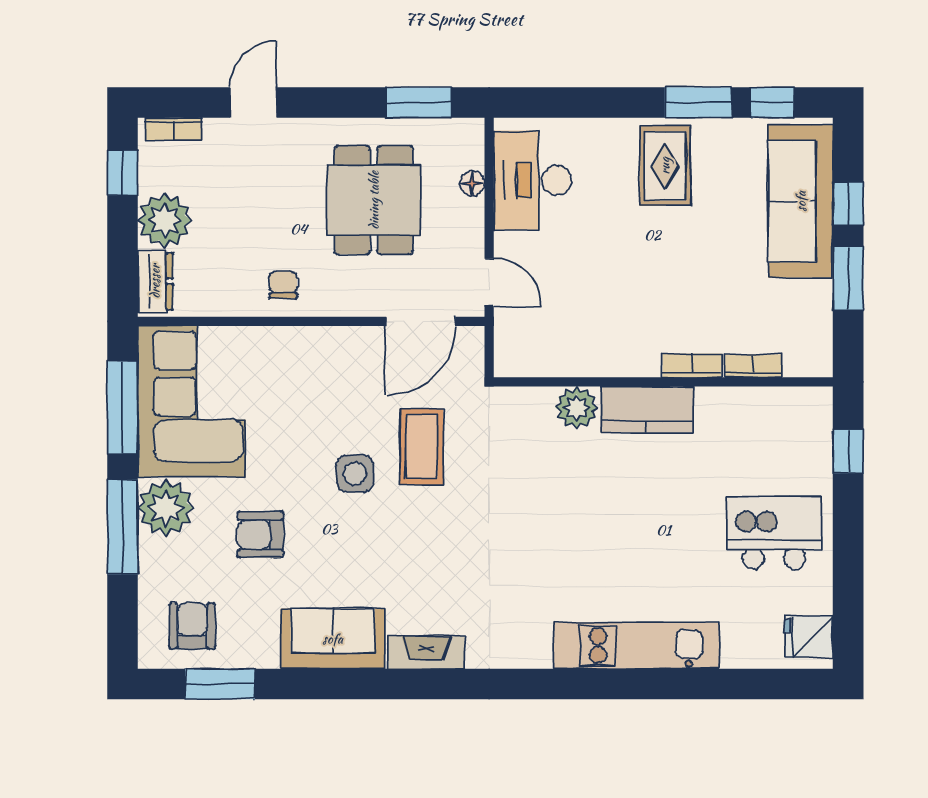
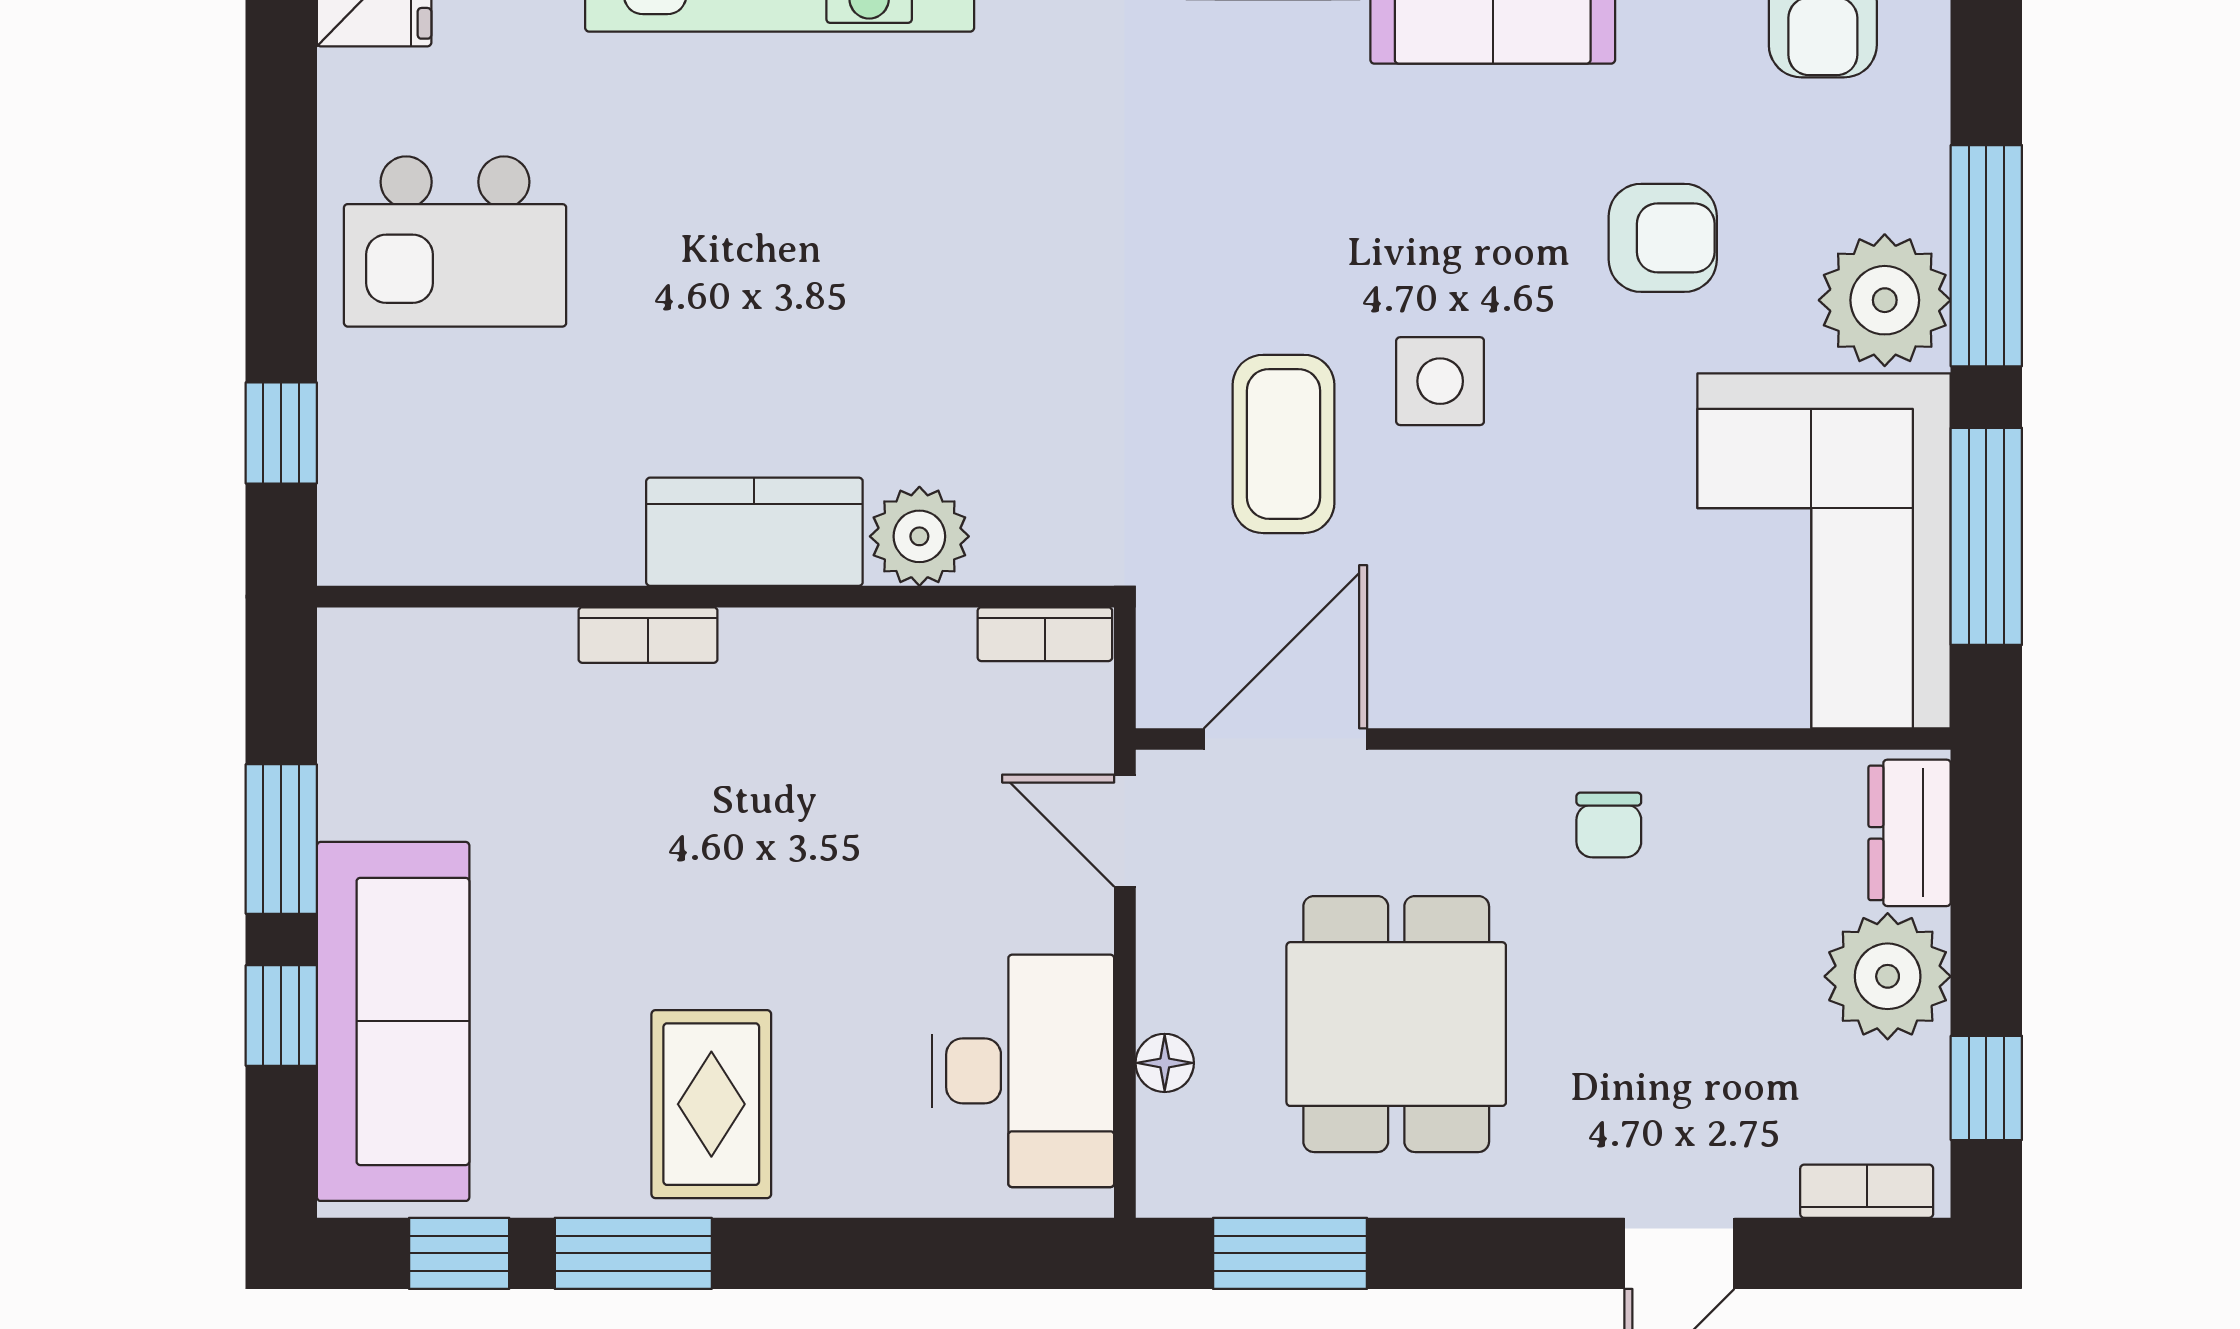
bookcase: (753, 366) -> (1045, 634), moved

